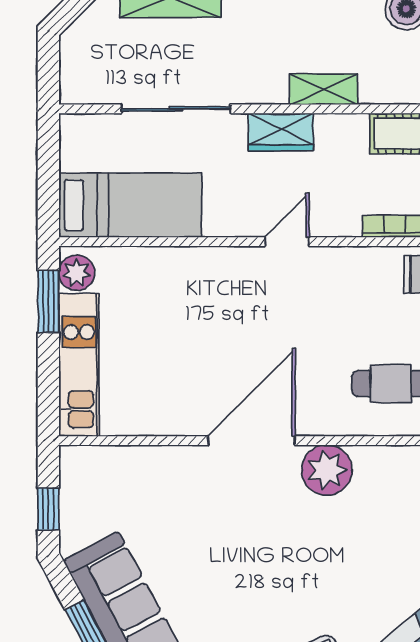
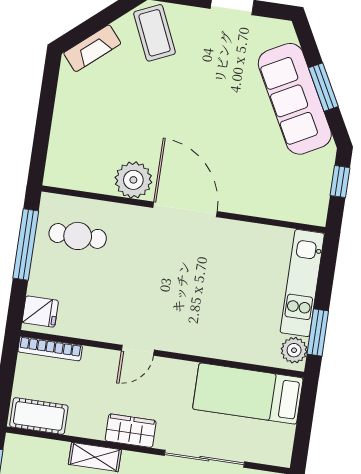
door: (251, 441) -> (185, 209), swing flipped

